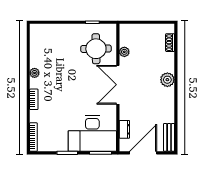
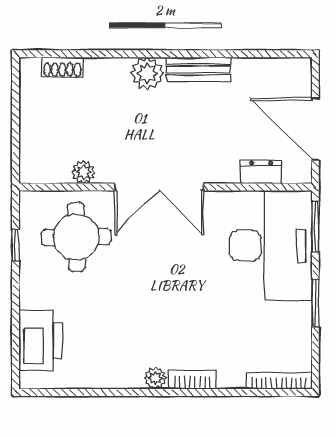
printer: (51, 33) -> (41, 340), added
plant: (35, 73) -> (155, 378), moved
bench: (169, 137) -> (198, 69), moved

